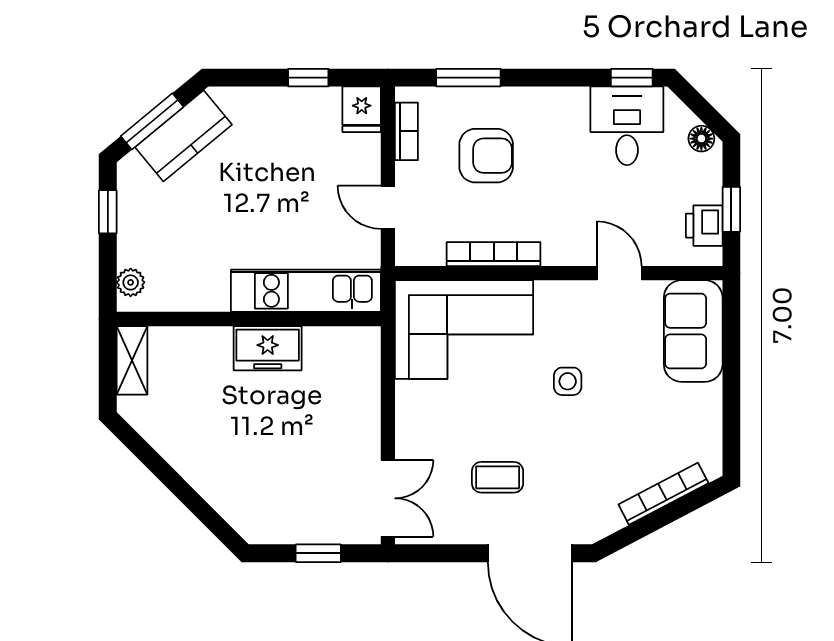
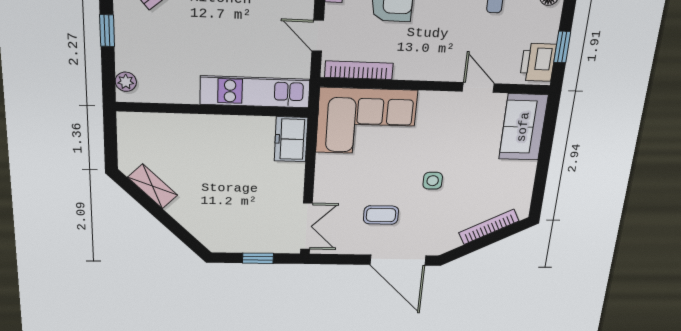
printer: (704, 226) -> (538, 62), width x1.36, depth x1.24
bookcase: (494, 254) -> (359, 70), moved
freezer: (268, 348) -> (291, 139), moved, turned 90
shelving: (132, 360) -> (153, 186), moved, turned -45
side table: (568, 381) -> (433, 181), moved

